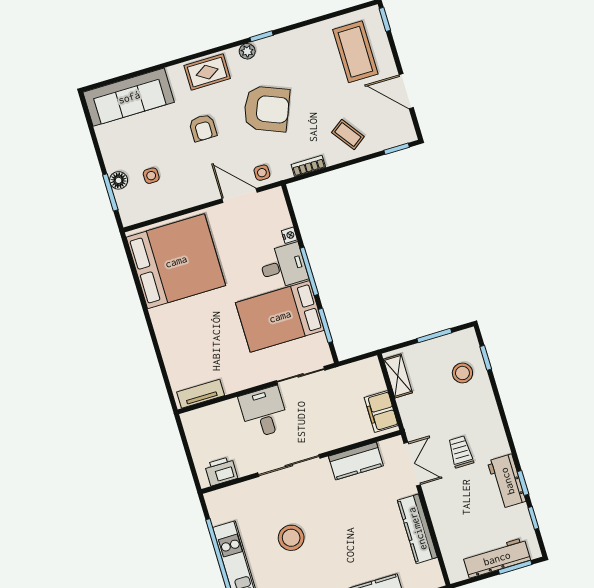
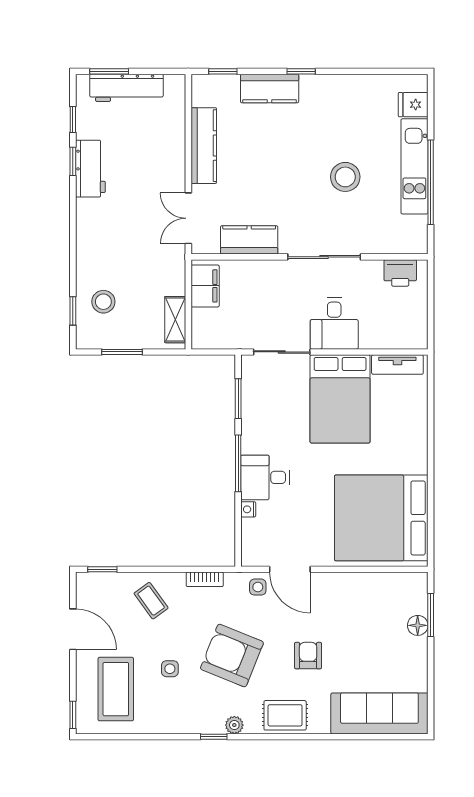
side table: (151, 176) -> (170, 669), moved
bed: (280, 316) -> (340, 399), moved, turned 90
trolley: (461, 452) -> (131, 216), removed

